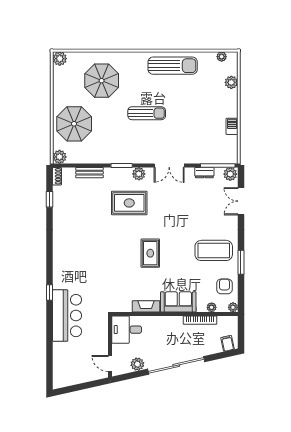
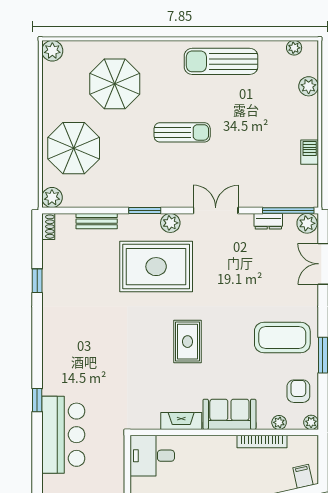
sun lounger: (173, 66) -> (221, 61), turned 180
double door: (169, 165) -> (216, 211), swing flipped
window: (50, 199) -> (37, 281), moved
rug: (129, 203) -> (156, 267), width x1.37, depth x1.44

